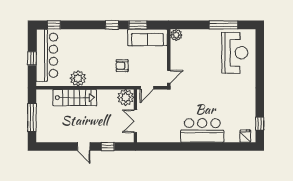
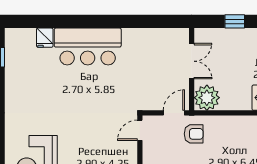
armchair: (122, 66) -> (194, 134), moved
fridge: (245, 136) -> (45, 38), moved

